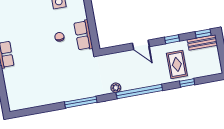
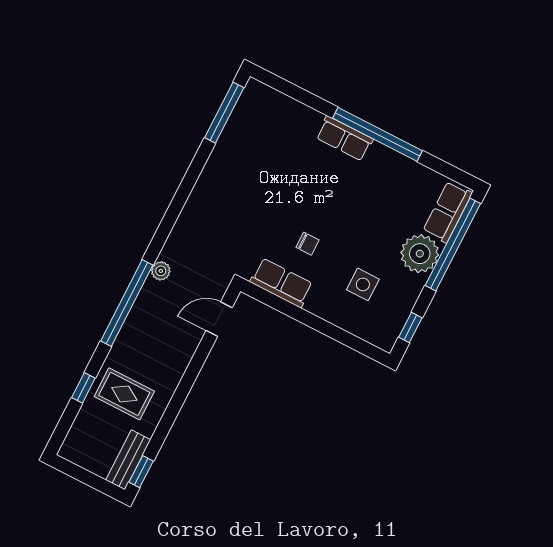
window: (172, 39) -> (169, 416), removed
door: (141, 45) -> (219, 319), moved
window: (81, 102) -> (224, 113), moved

